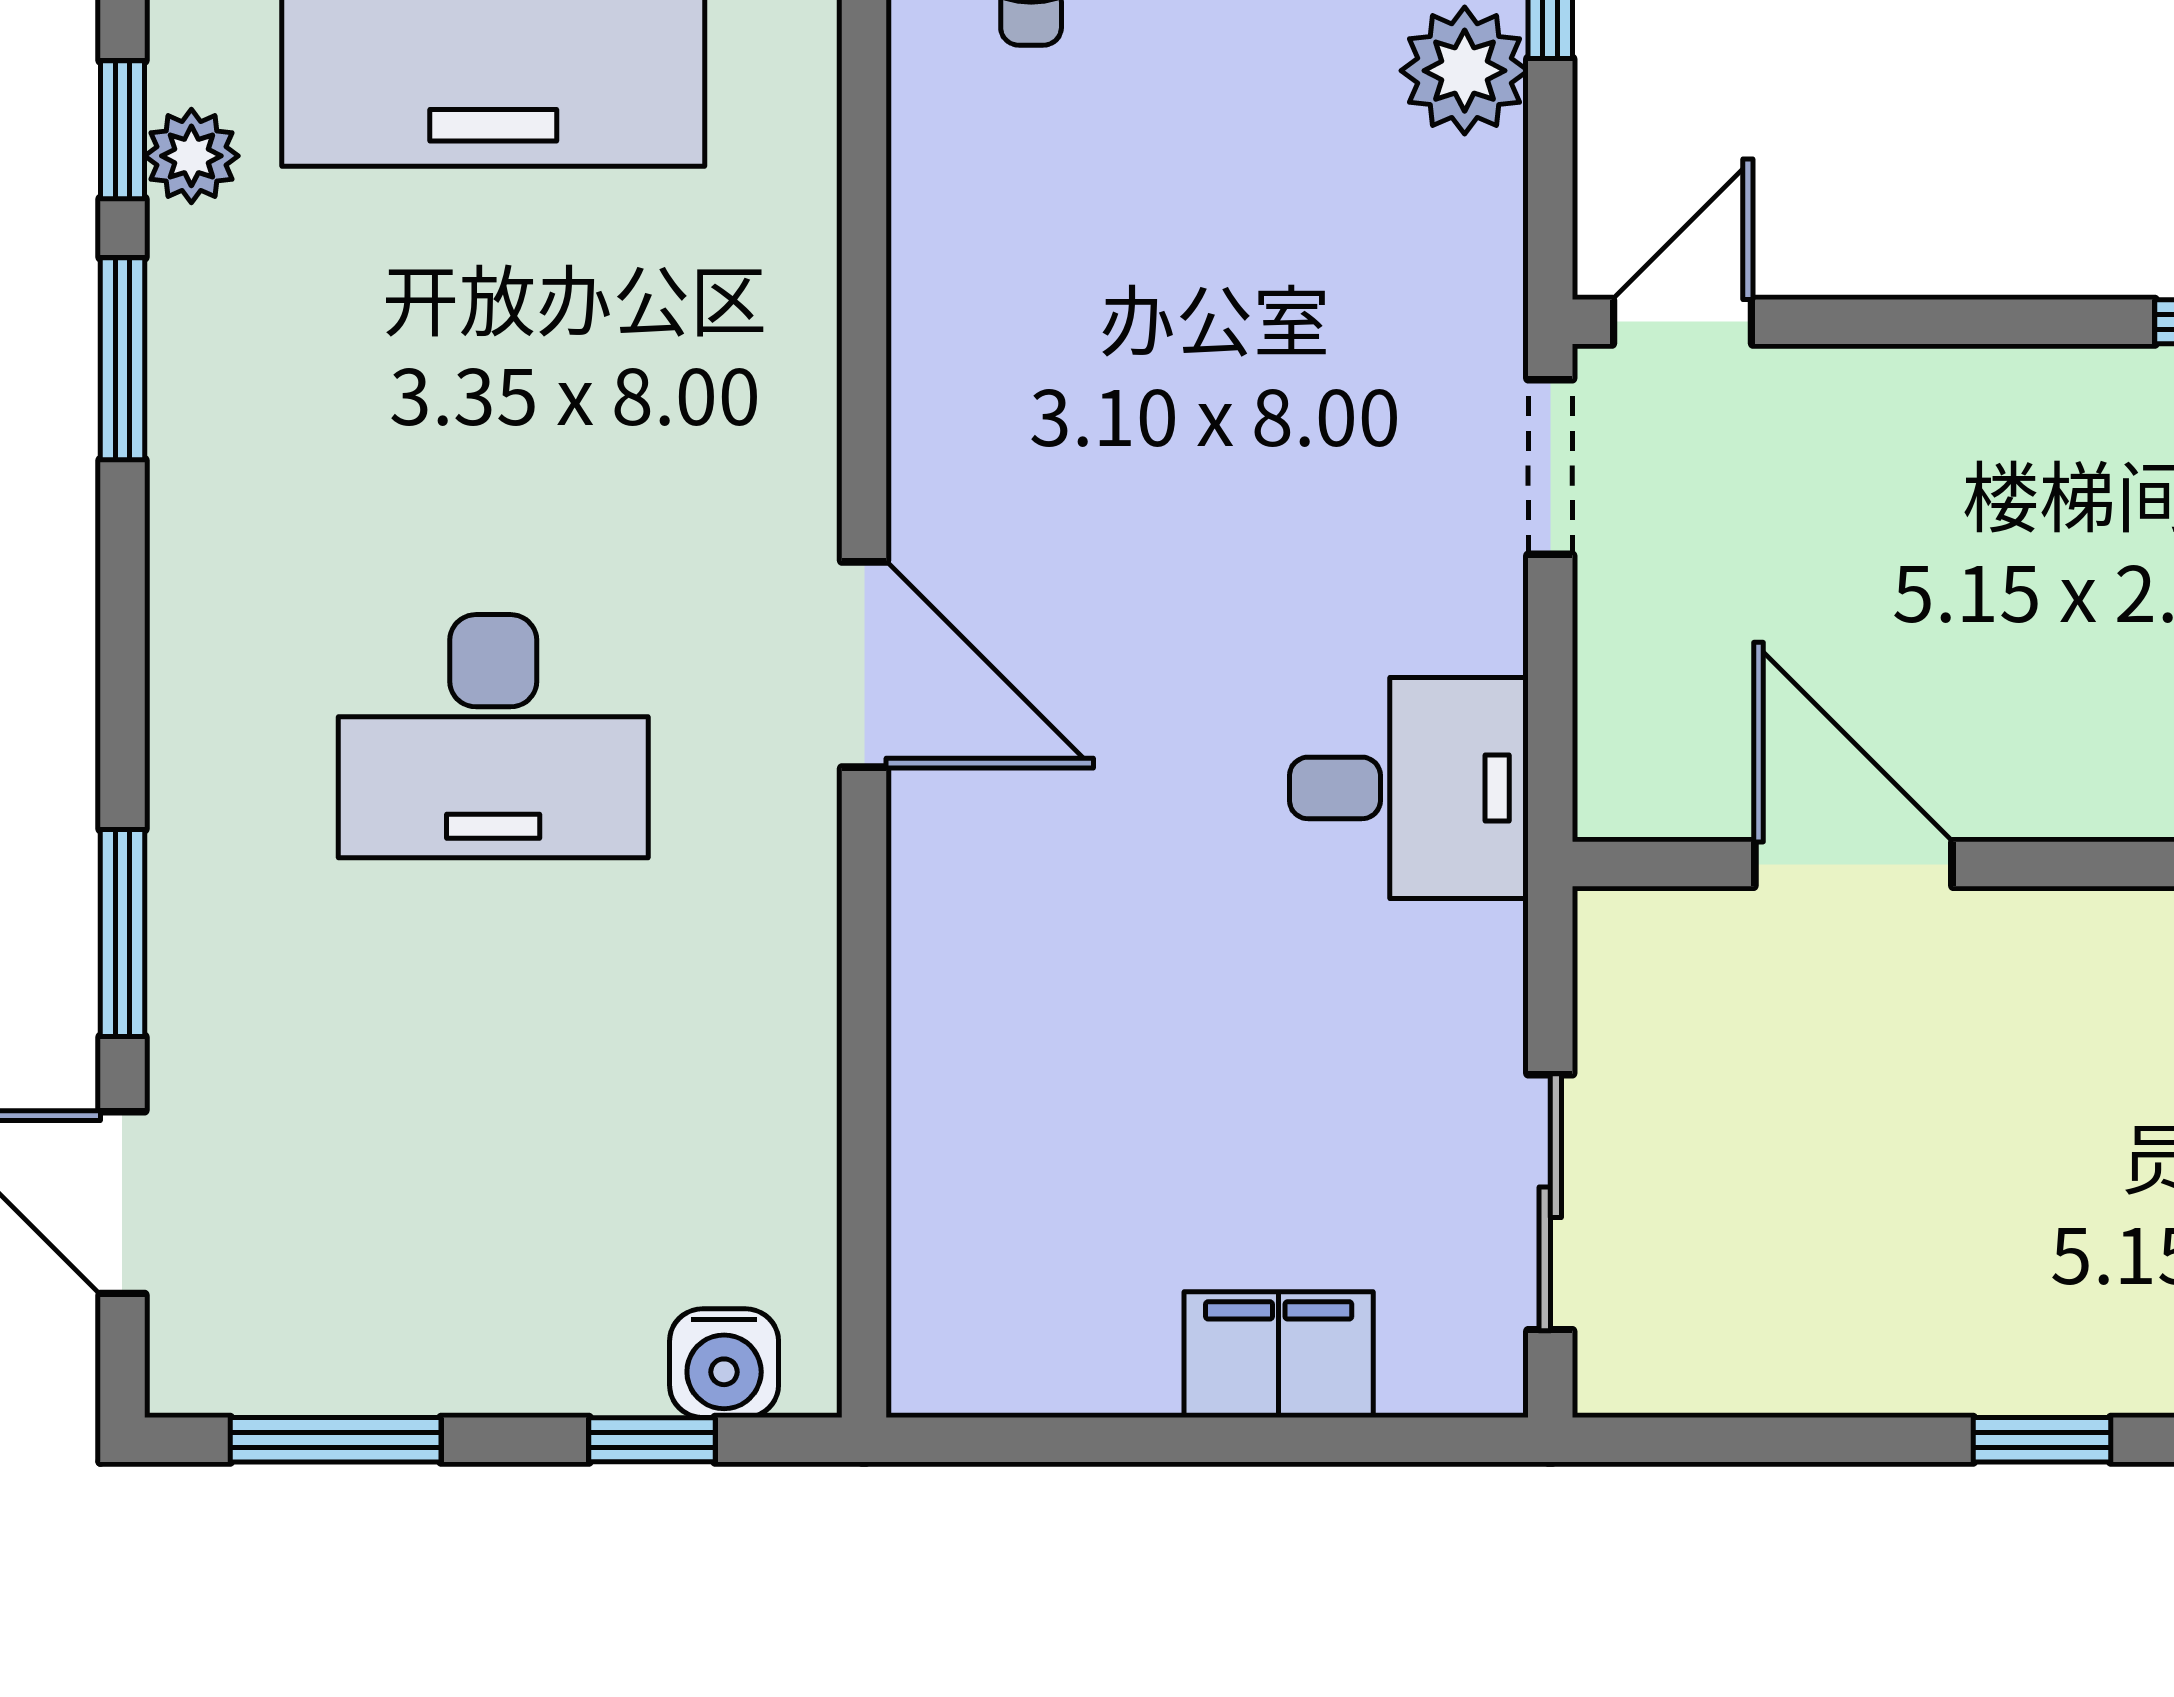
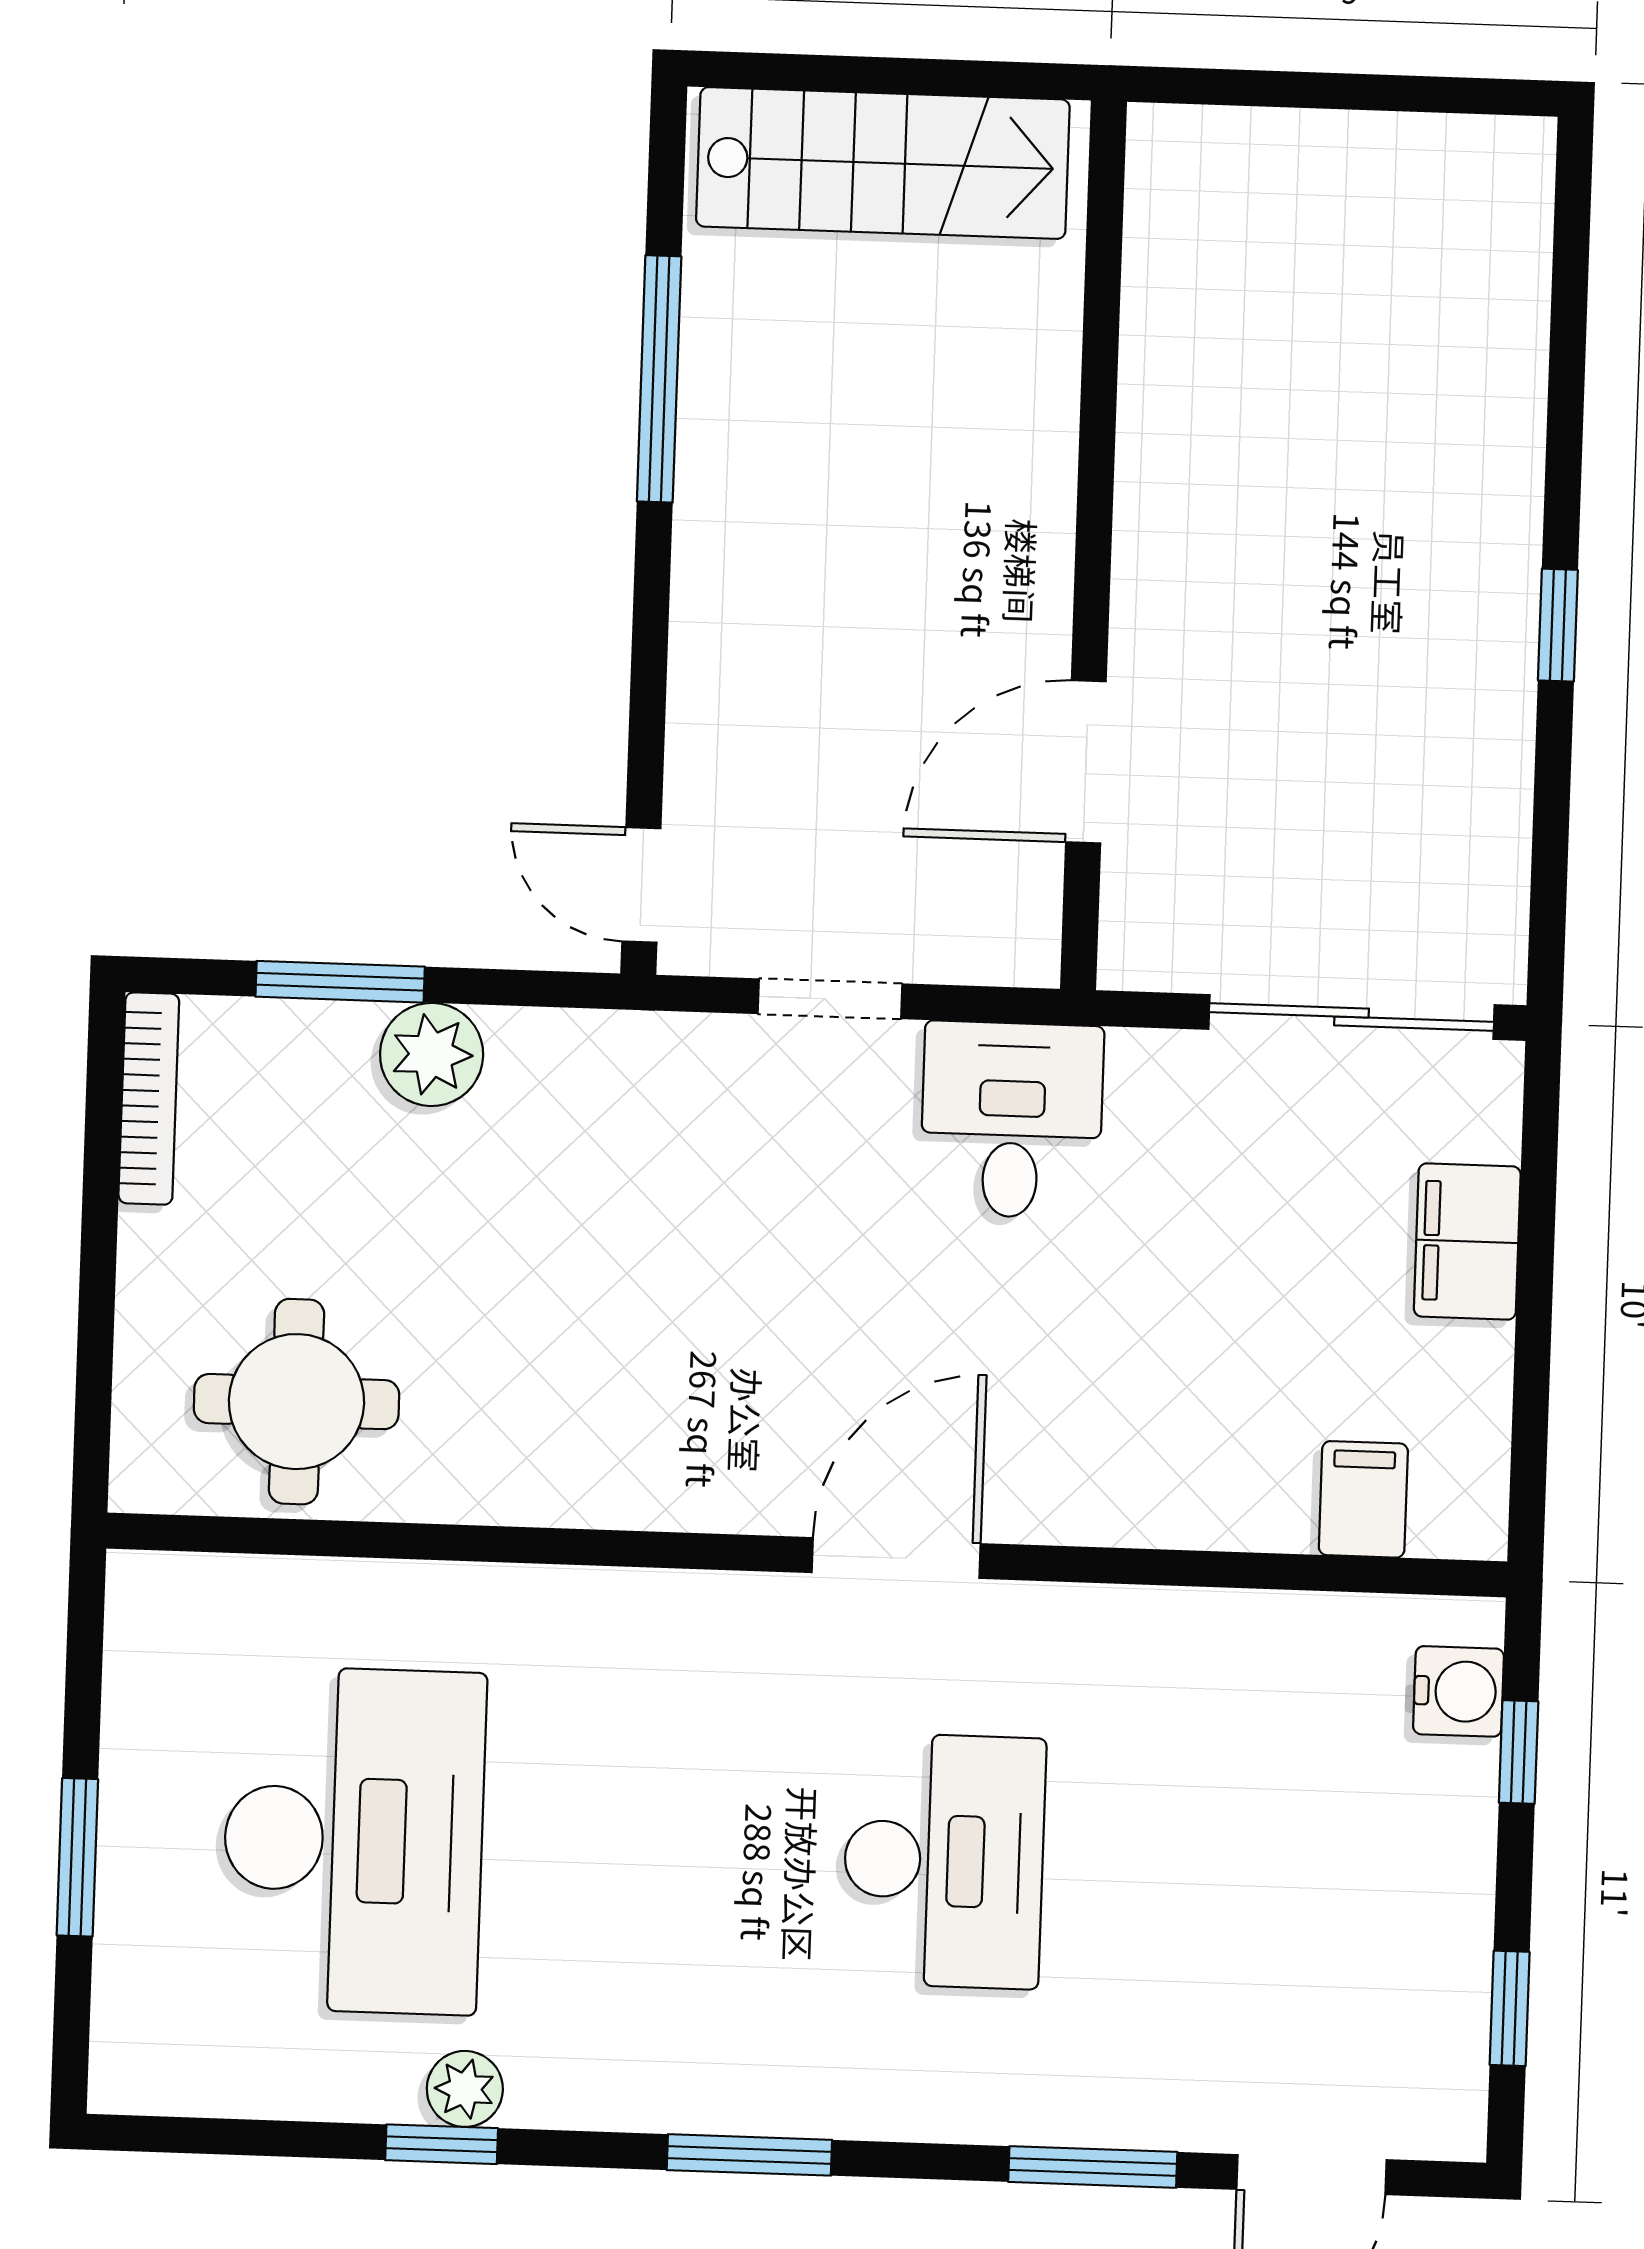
window: (122, 359) -> (749, 2155), moved
doorway: (1550, 467) -> (830, 999), moved
sliding door: (1550, 1202) -> (1351, 1017), width x1.37
filing cabinet: (957, 1238) -> (1363, 1499), added
window: (336, 1440) -> (1510, 2008), width x0.67

